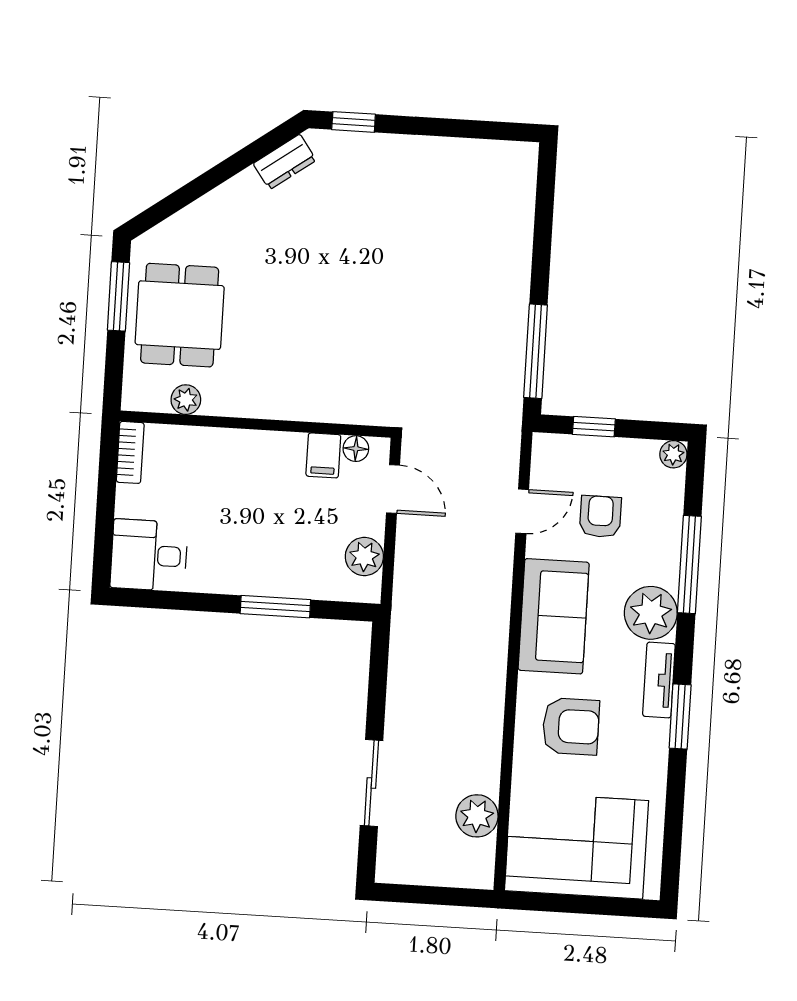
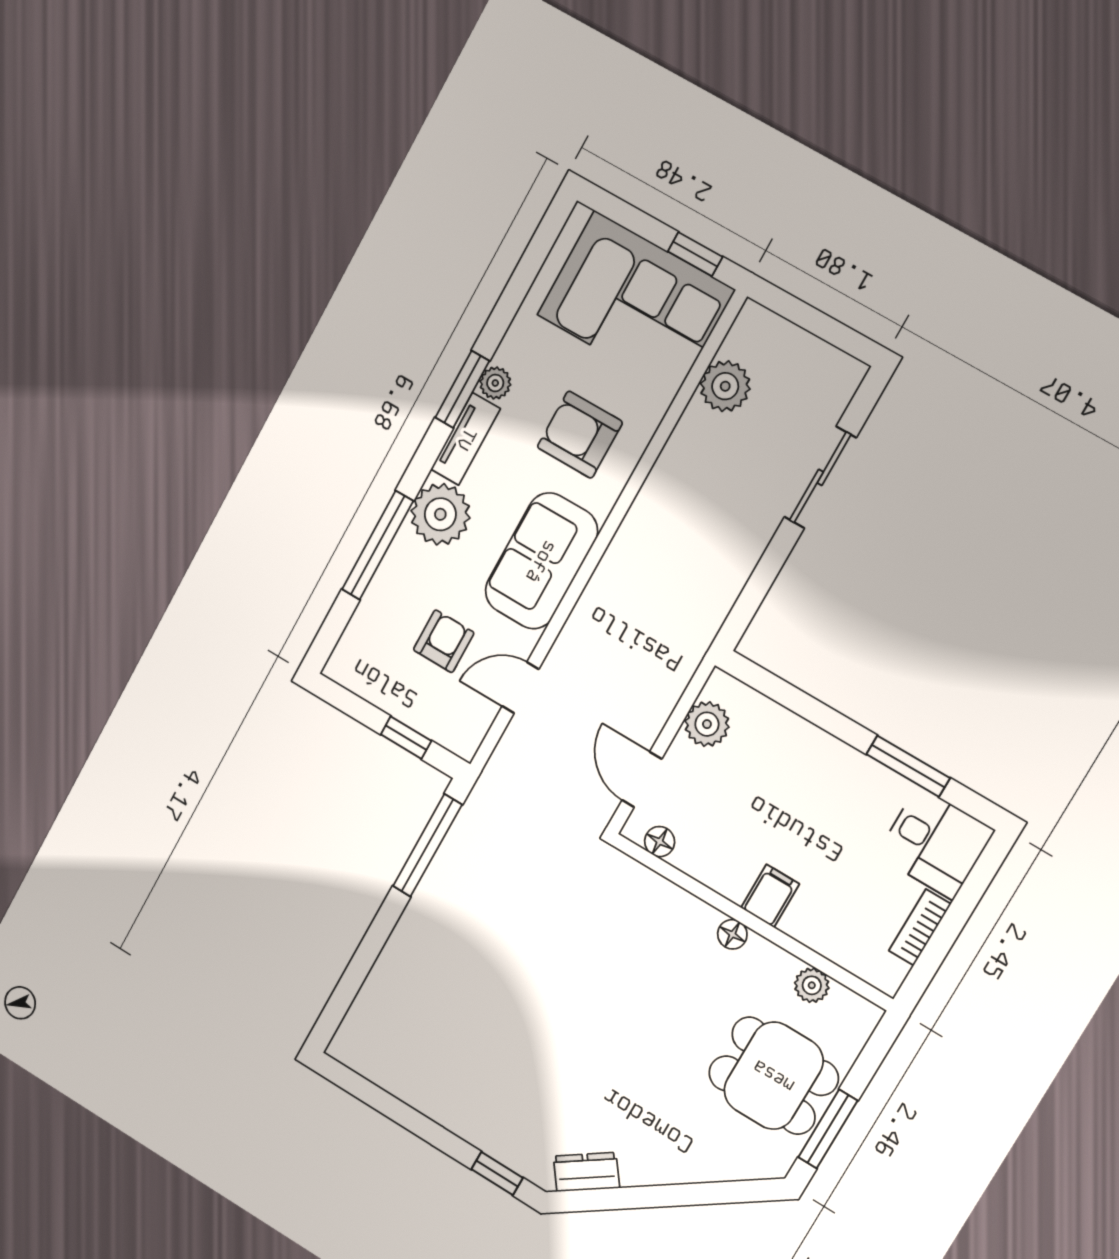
dining table: (180, 315) -> (774, 1076), turned 90
floor lamp: (265, 407) -> (732, 934), added
bookcase: (130, 452) -> (920, 927), moved
plant: (673, 454) -> (495, 383), moved
filing cabinet: (323, 455) -> (770, 896), moved
armchair: (600, 517) -> (444, 641), turned 180
window: (275, 607) -> (908, 766), moved
window: (549, 902) -> (695, 254), added

